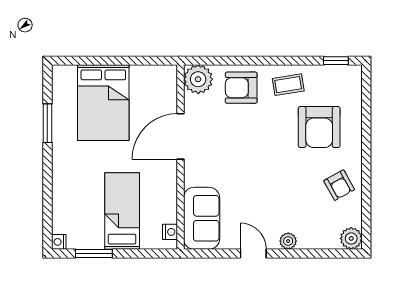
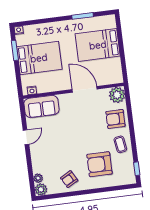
armchair: (241, 88) -> (115, 119), turned -90
bed: (122, 211) -> (39, 58), width x1.50
plant: (288, 241) -> (38, 178), moved

